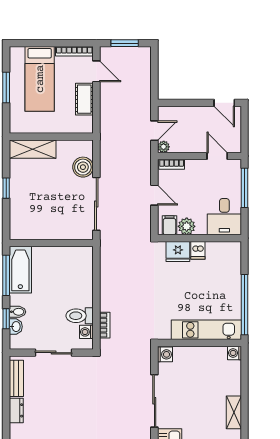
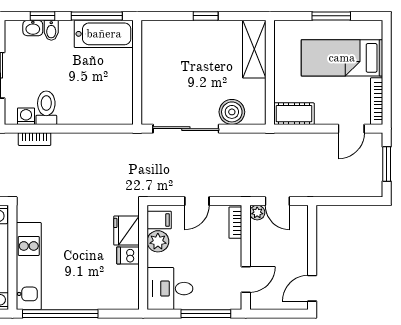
cot: (84, 99) -> (294, 114), moved

